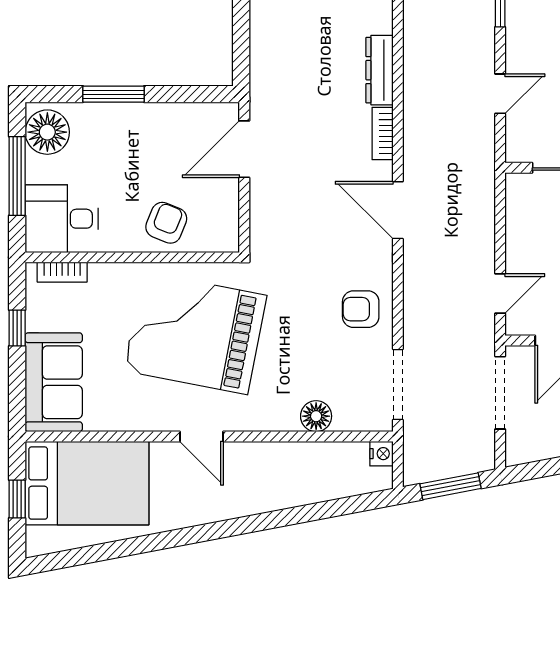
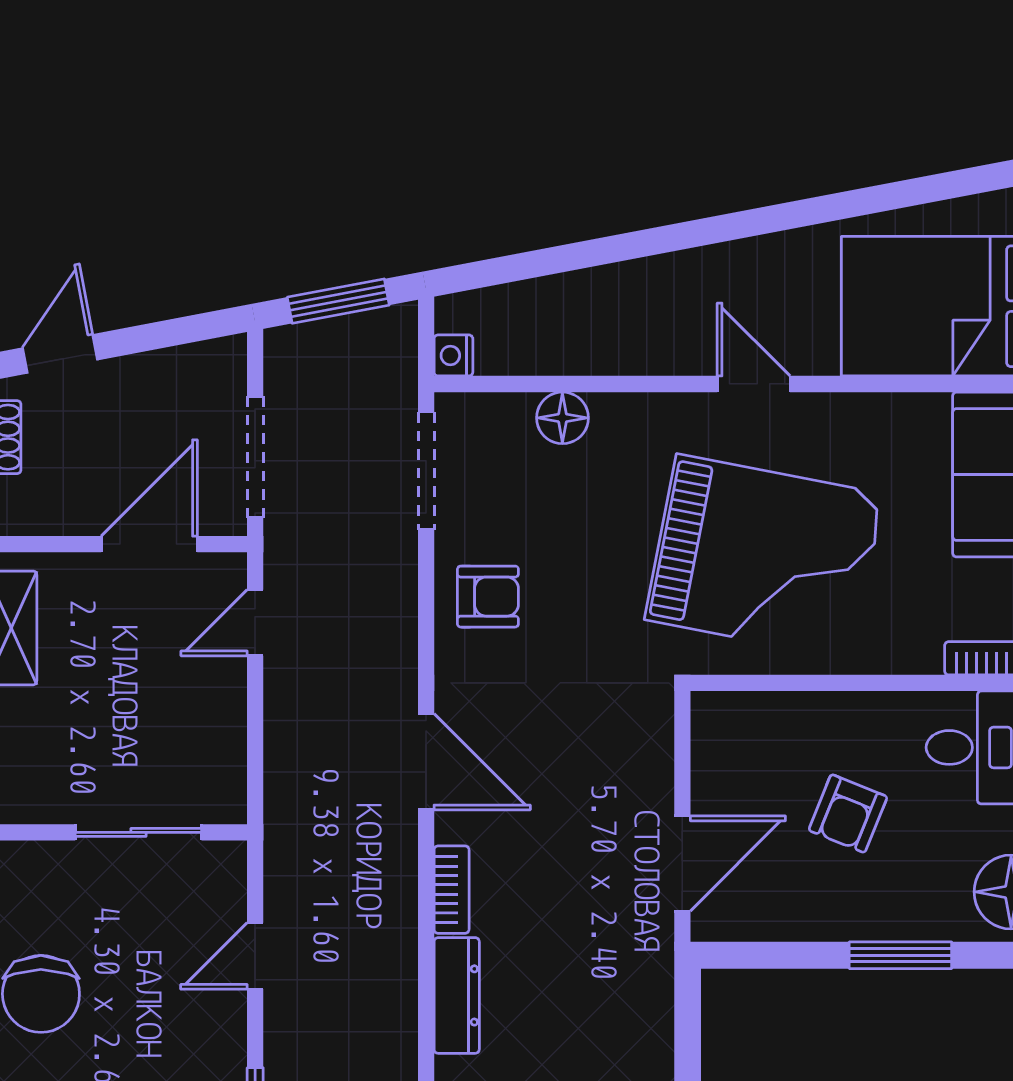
armchair: (166, 223) -> (848, 813), moved

